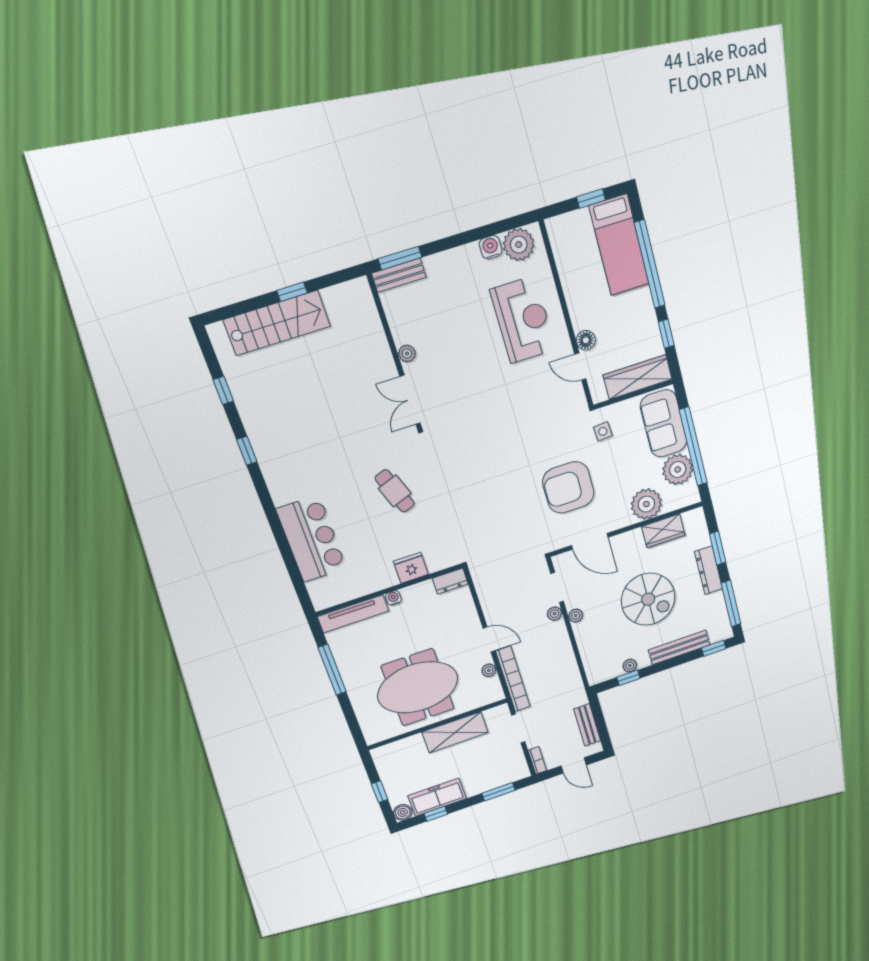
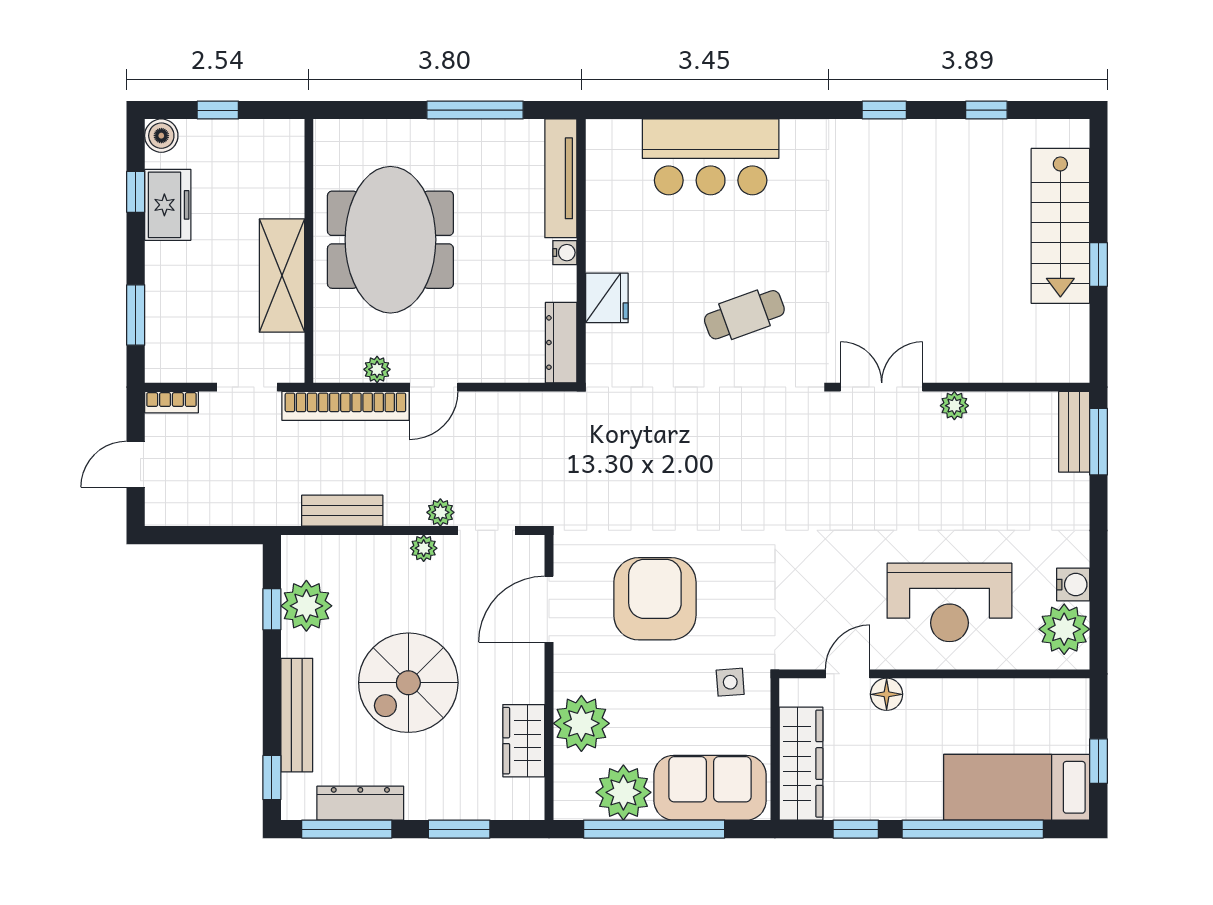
dresser: (709, 570) -> (360, 803), moved
dresser: (450, 581) -> (561, 343), width x1.44
plant: (630, 666) -> (306, 606), width x1.88, depth x1.88
bench: (587, 725) -> (342, 511), moved
freezer: (437, 797) -> (168, 205), width x0.71

